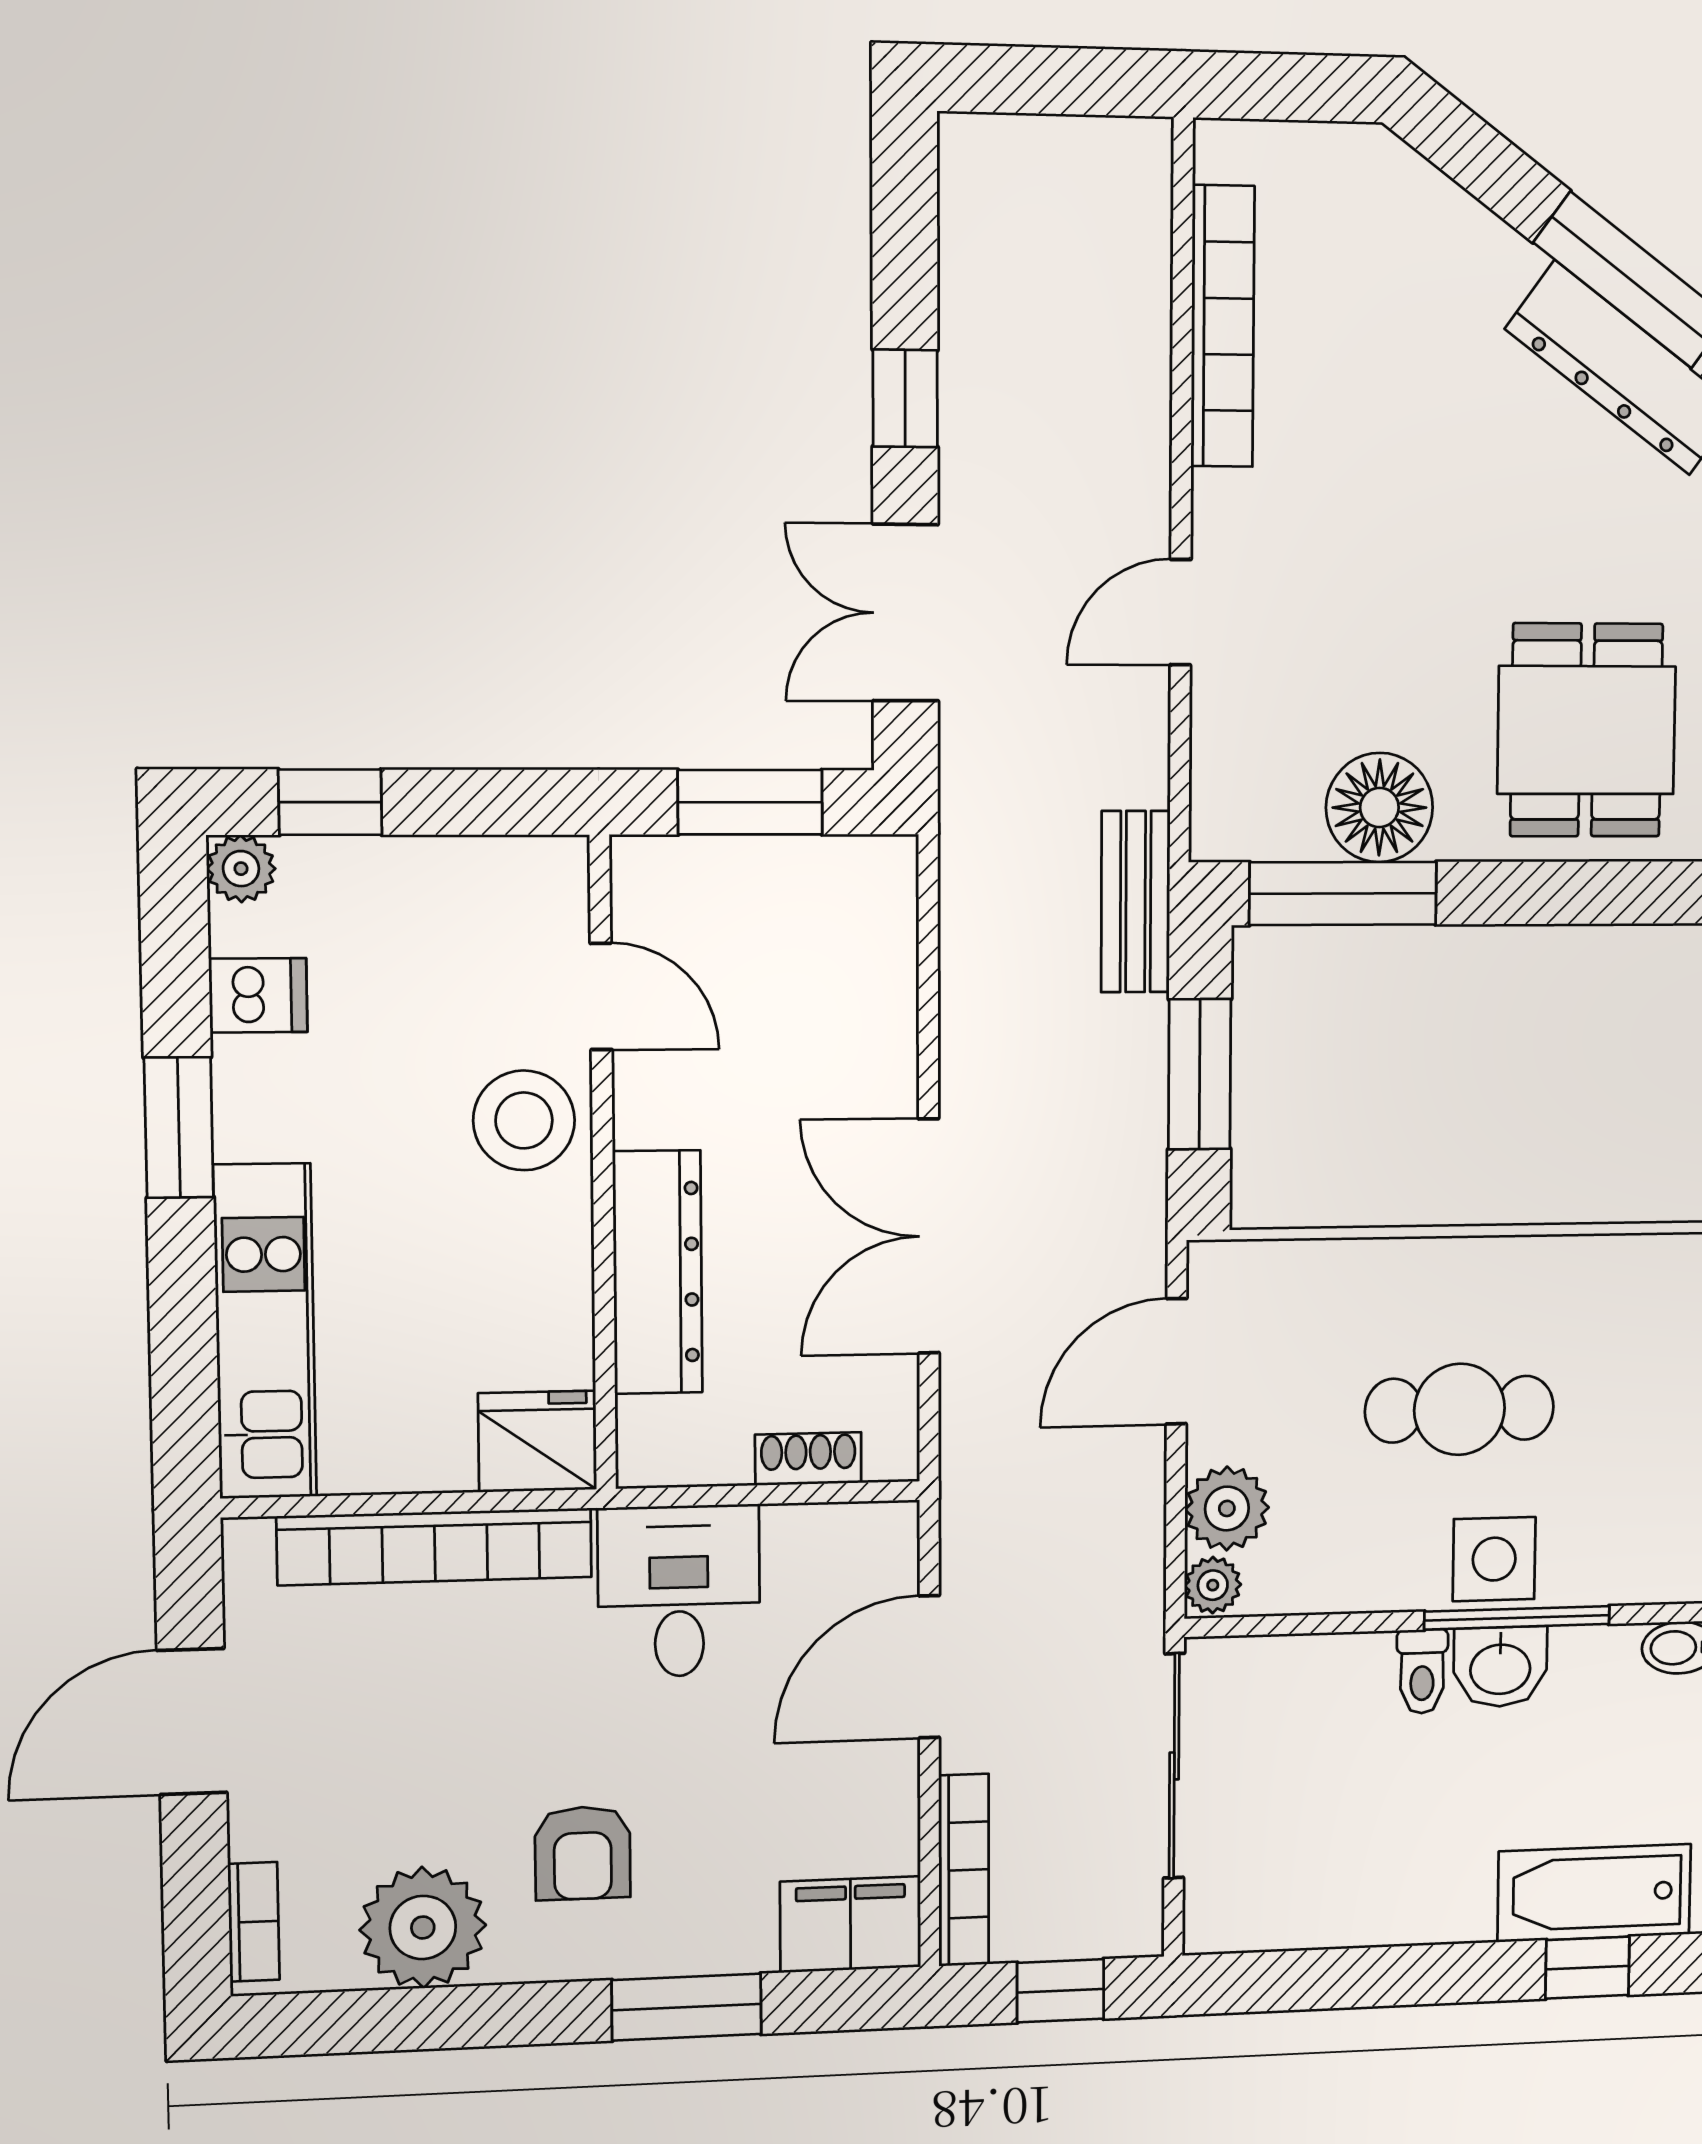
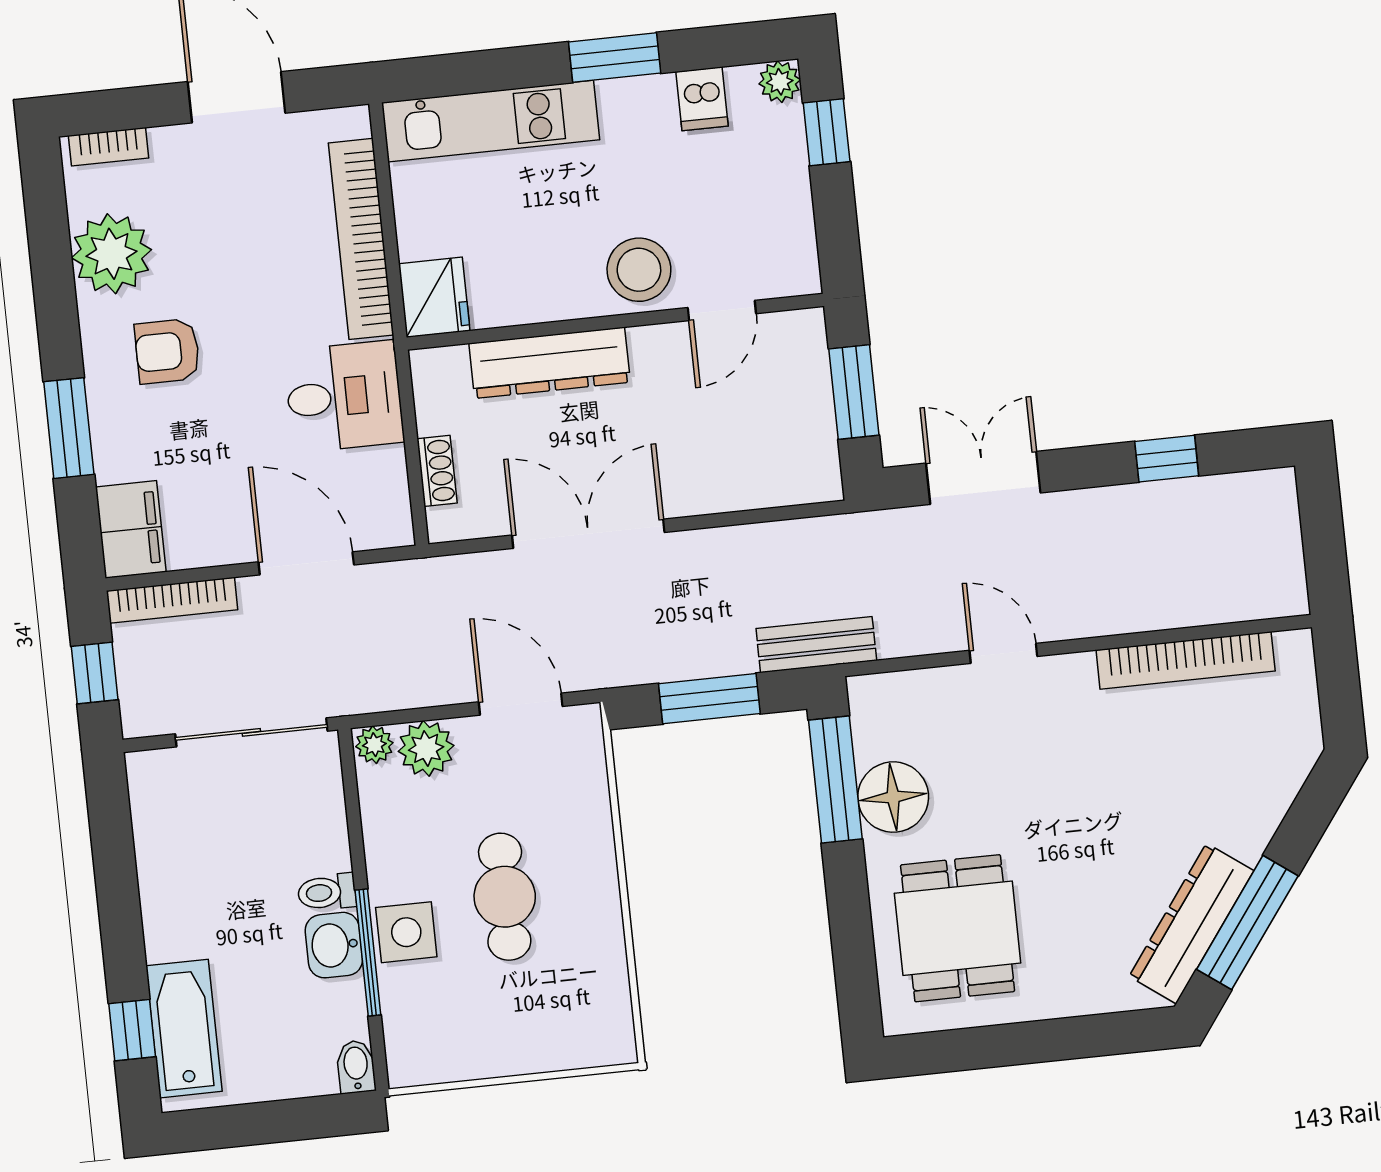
window: (905, 398) -> (1167, 459), moved
dining table: (1586, 730) -> (958, 928), turned 90

